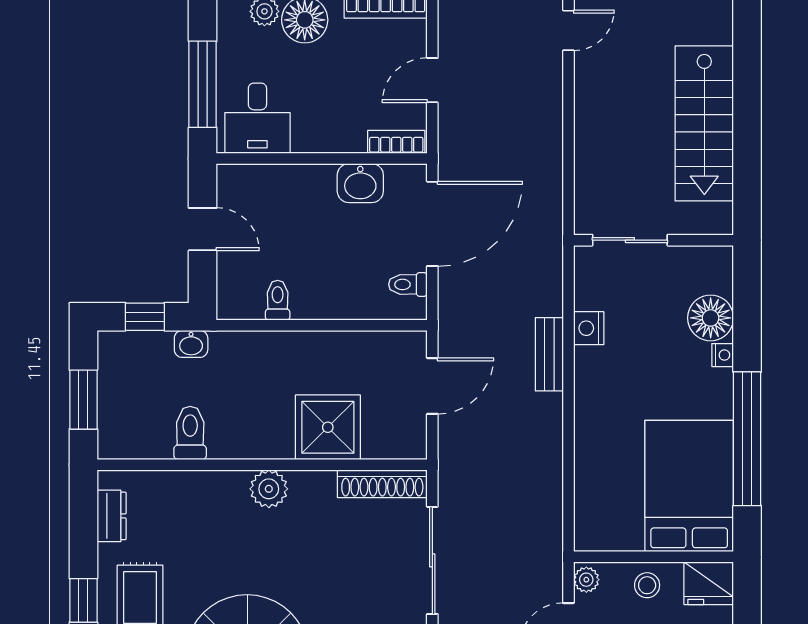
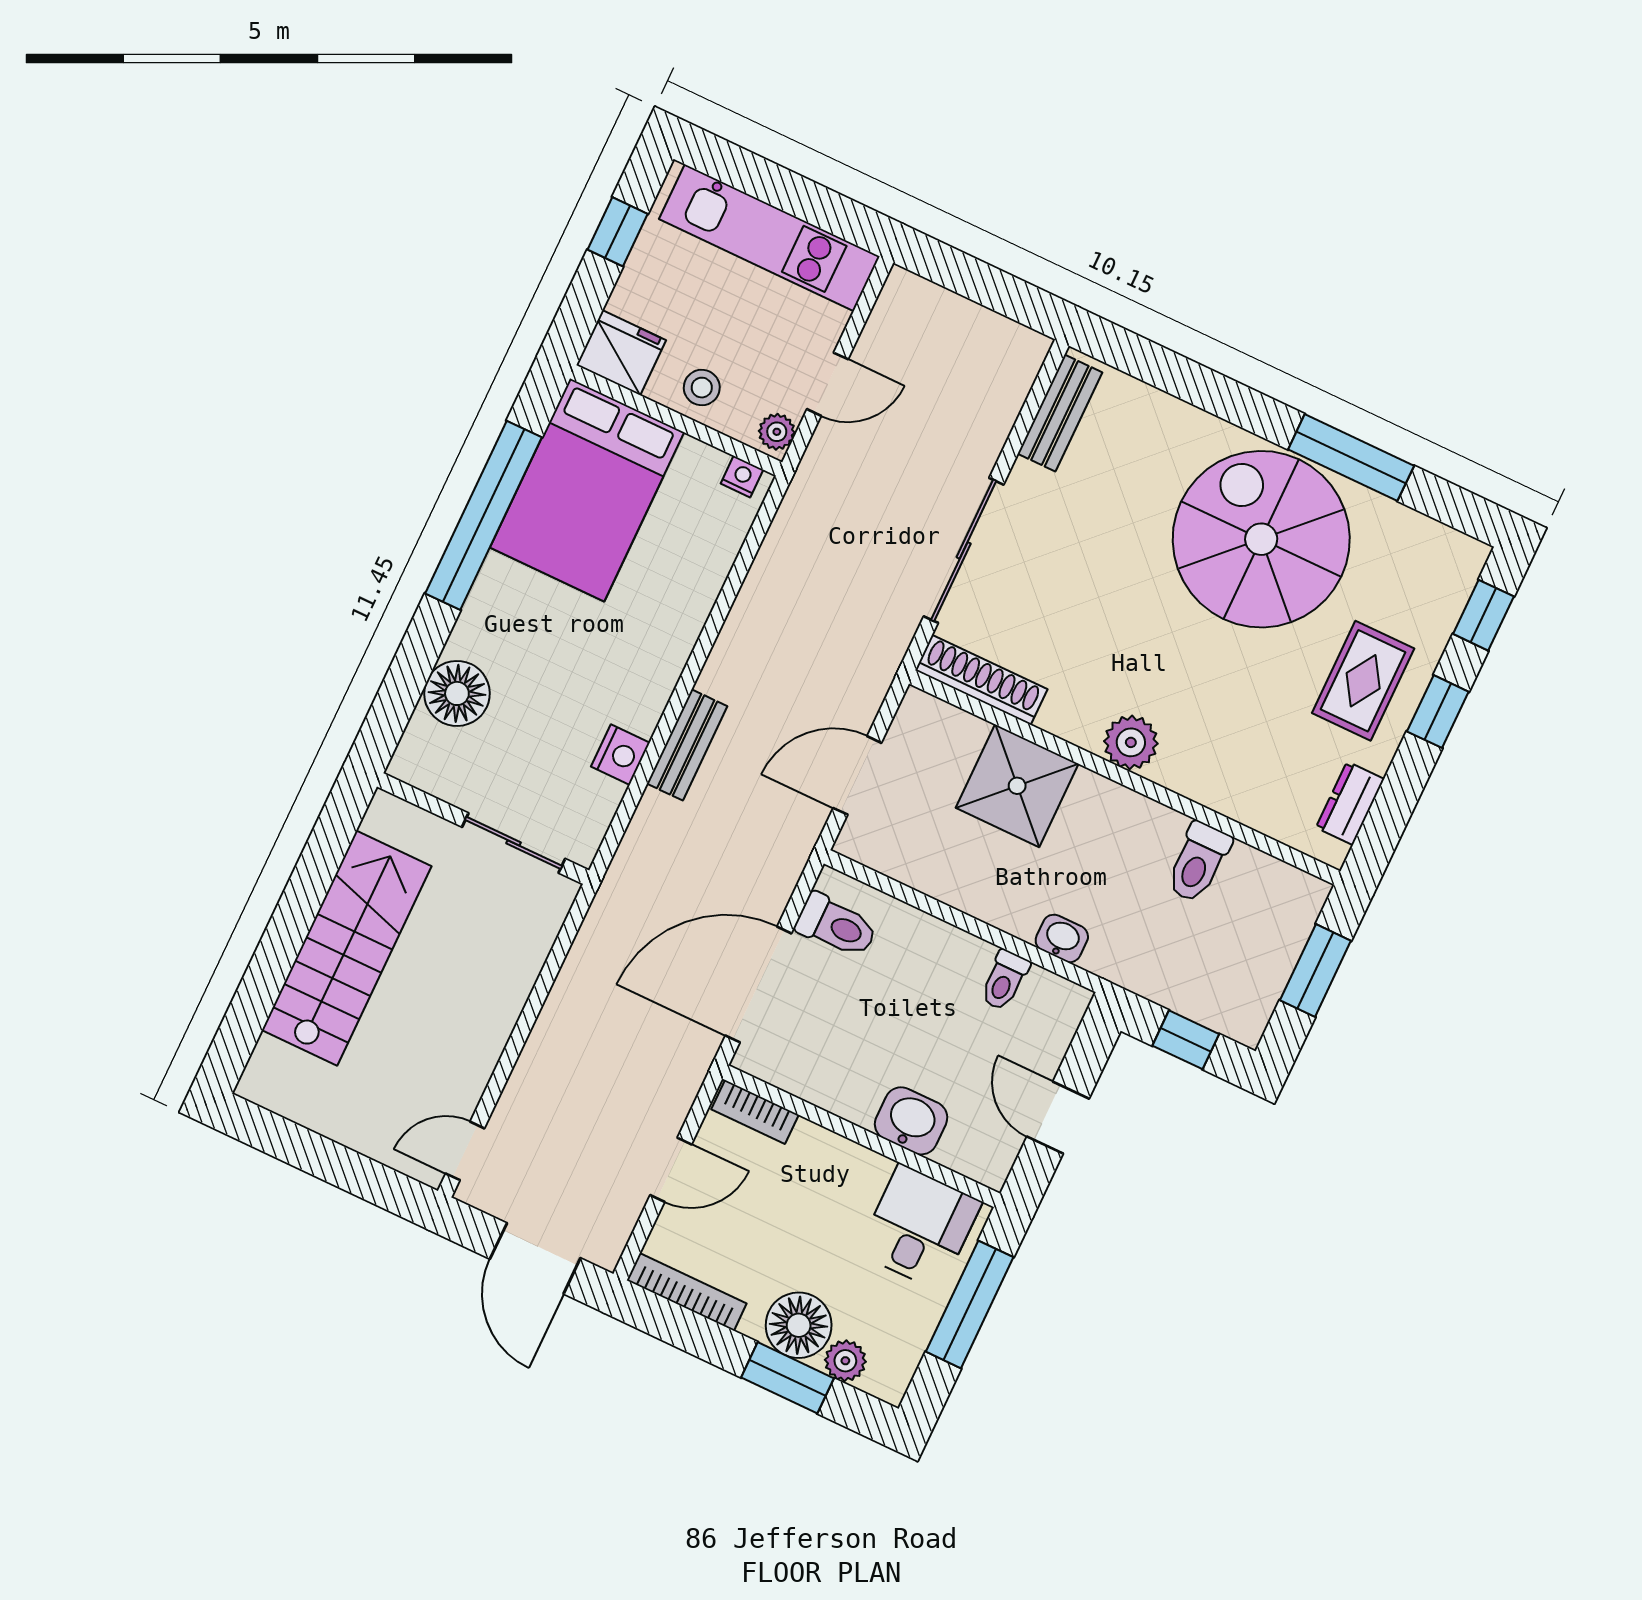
washbasin: (360, 183) -> (911, 1121), moved
toilet: (408, 284) -> (836, 926), width x1.37, depth x1.39
washbasin: (191, 344) -> (1062, 938), moved
nightstand: (723, 355) -> (742, 477), moved, turned 90

